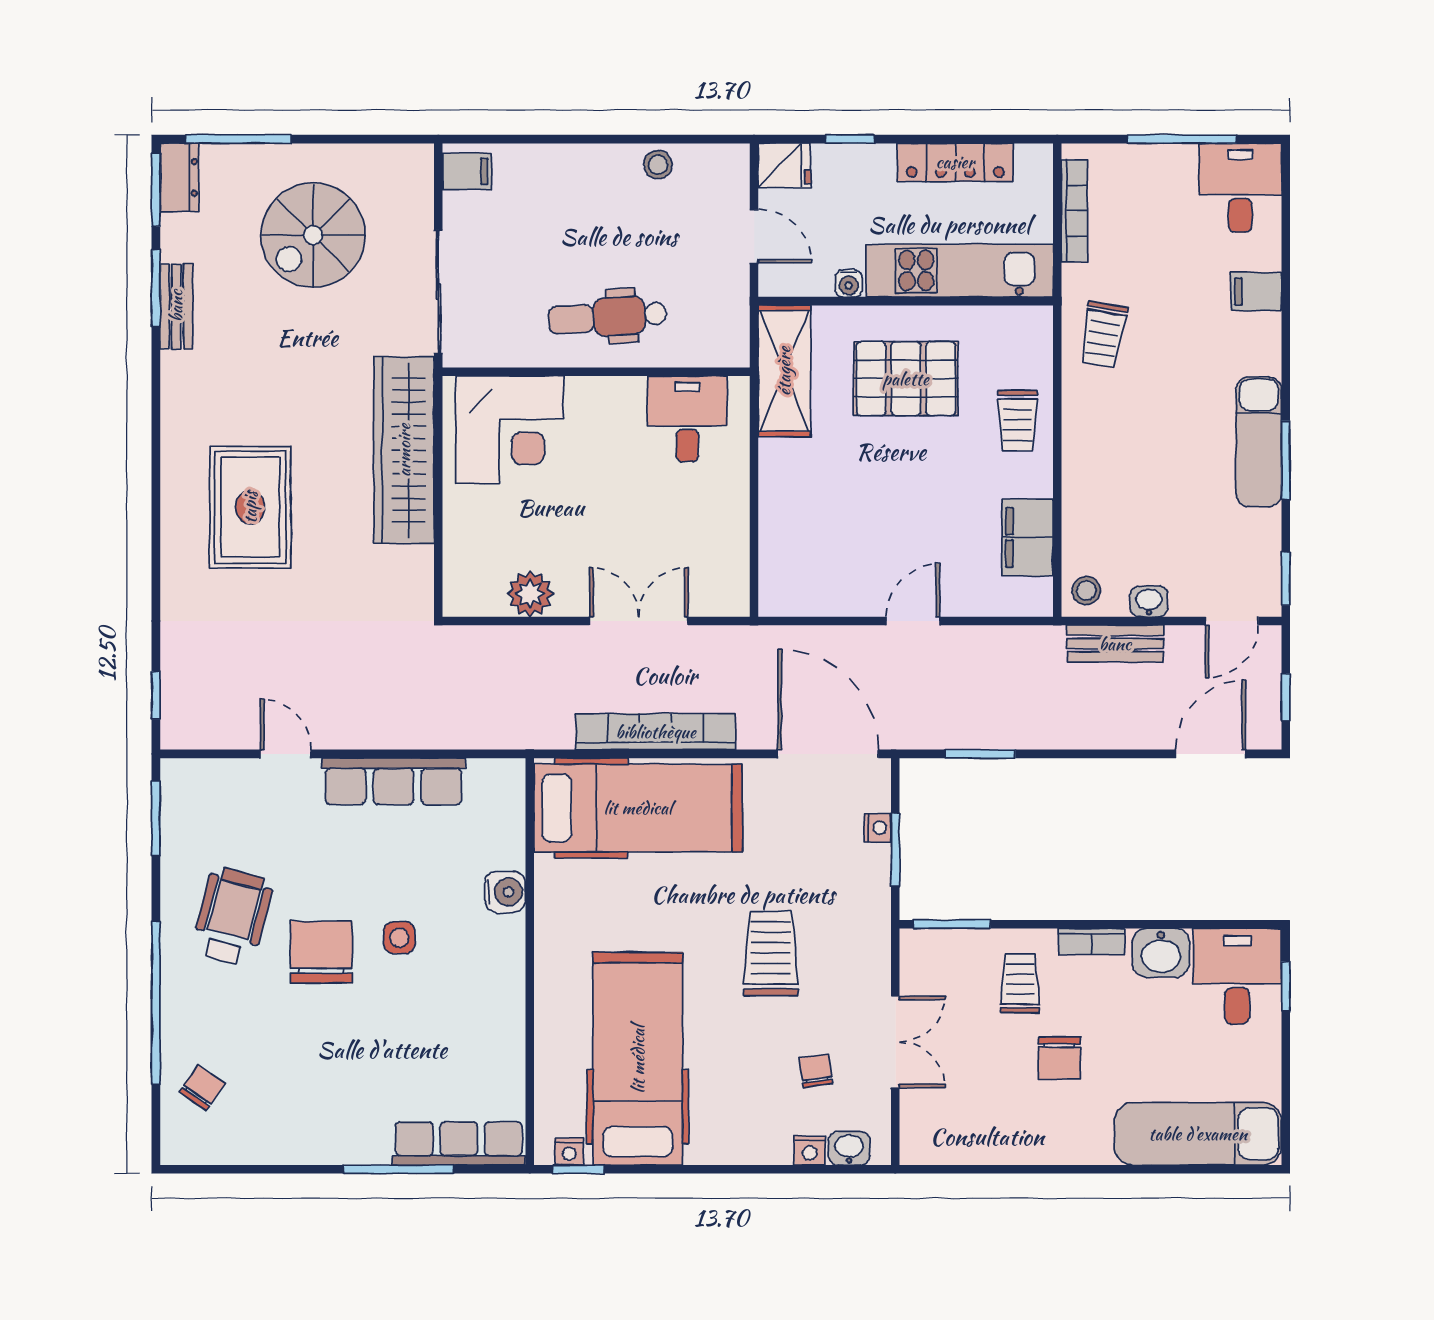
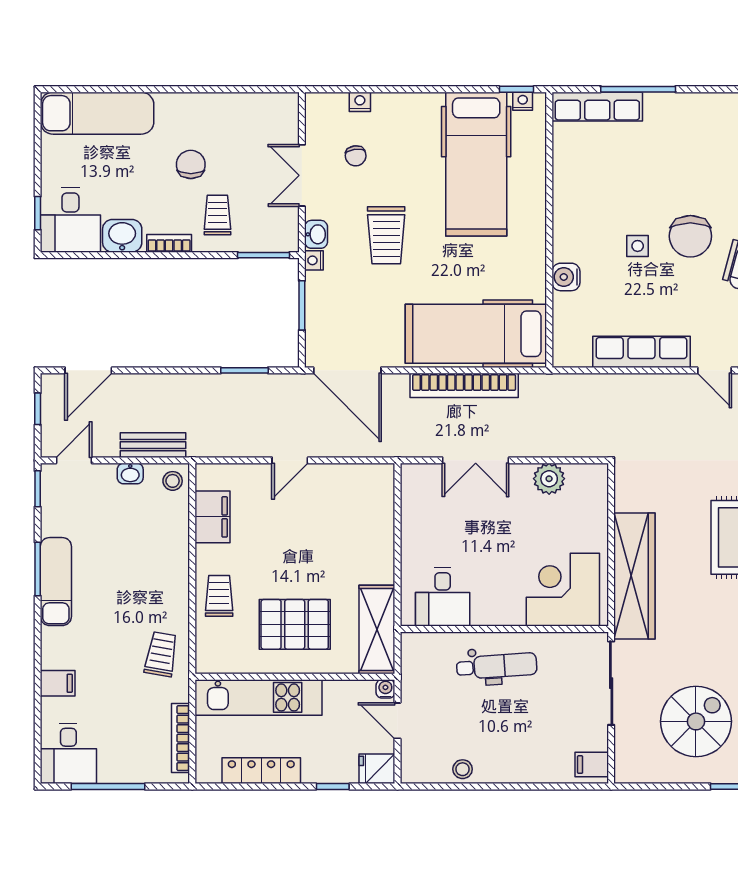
water cooler: (849, 283) -> (385, 689), moved
nightstand: (878, 828) -> (314, 260), moved
trolley: (1020, 983) -> (217, 215), turned 180
washbasin: (849, 1148) -> (316, 234), moved, turned -90

